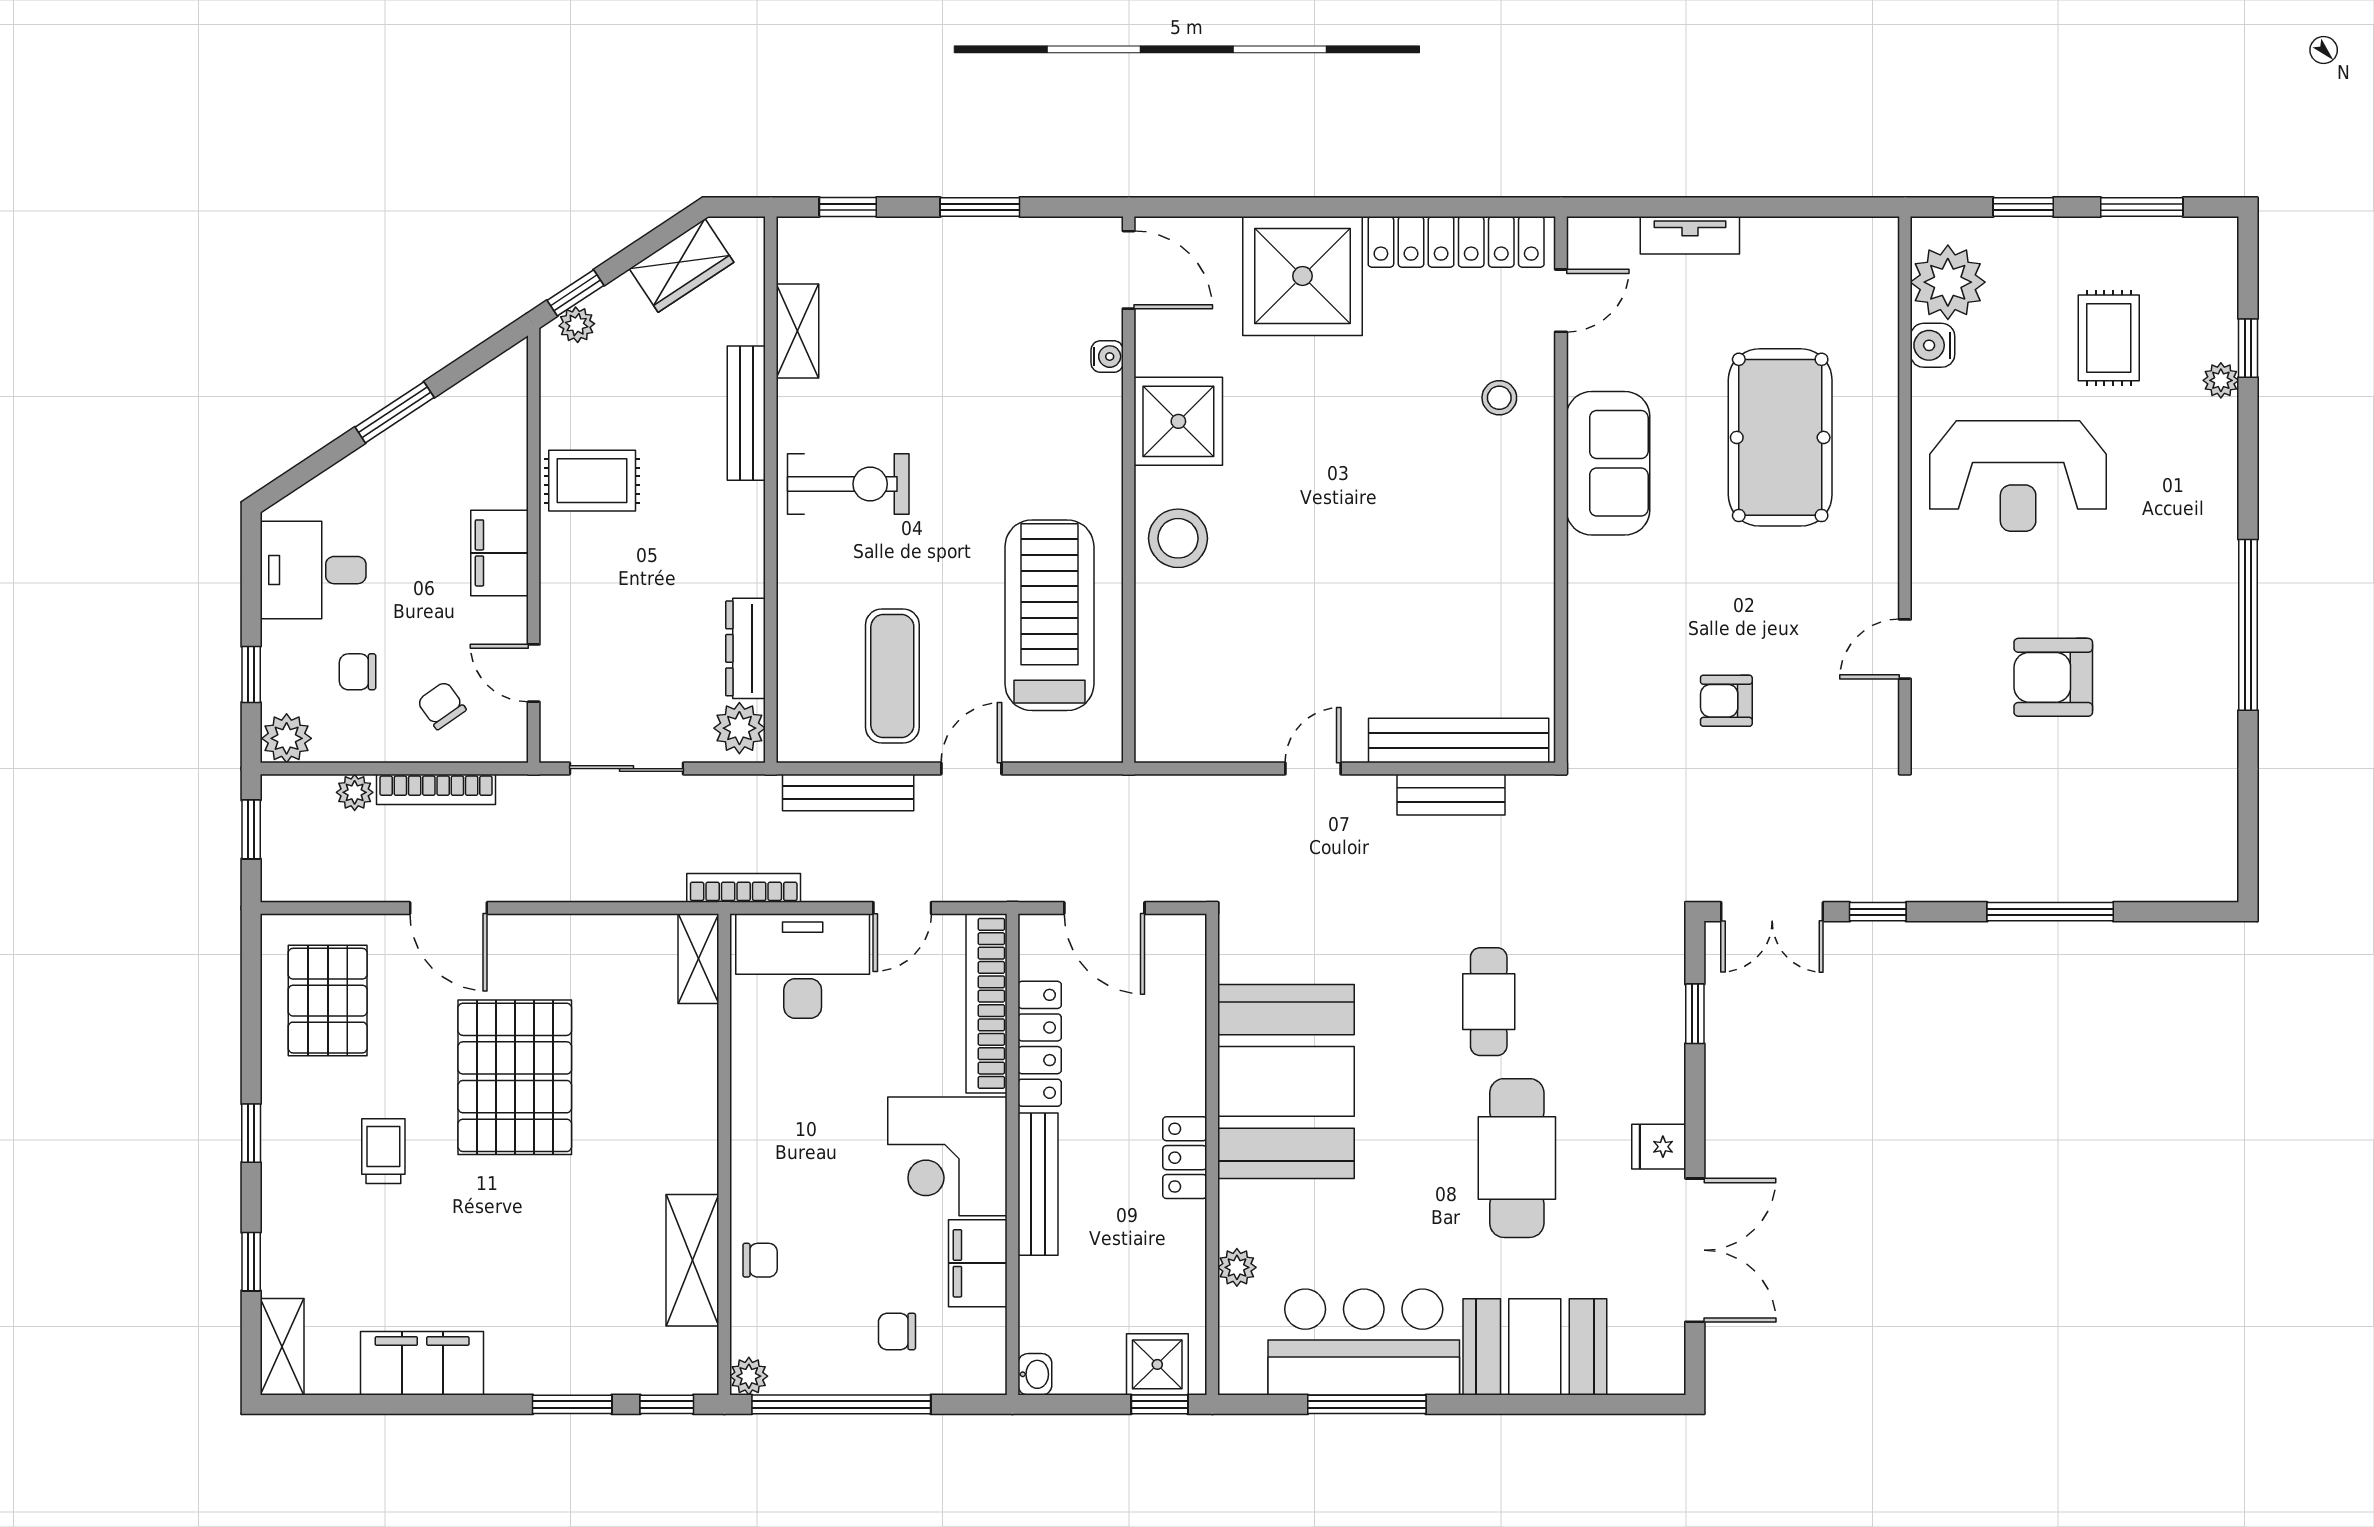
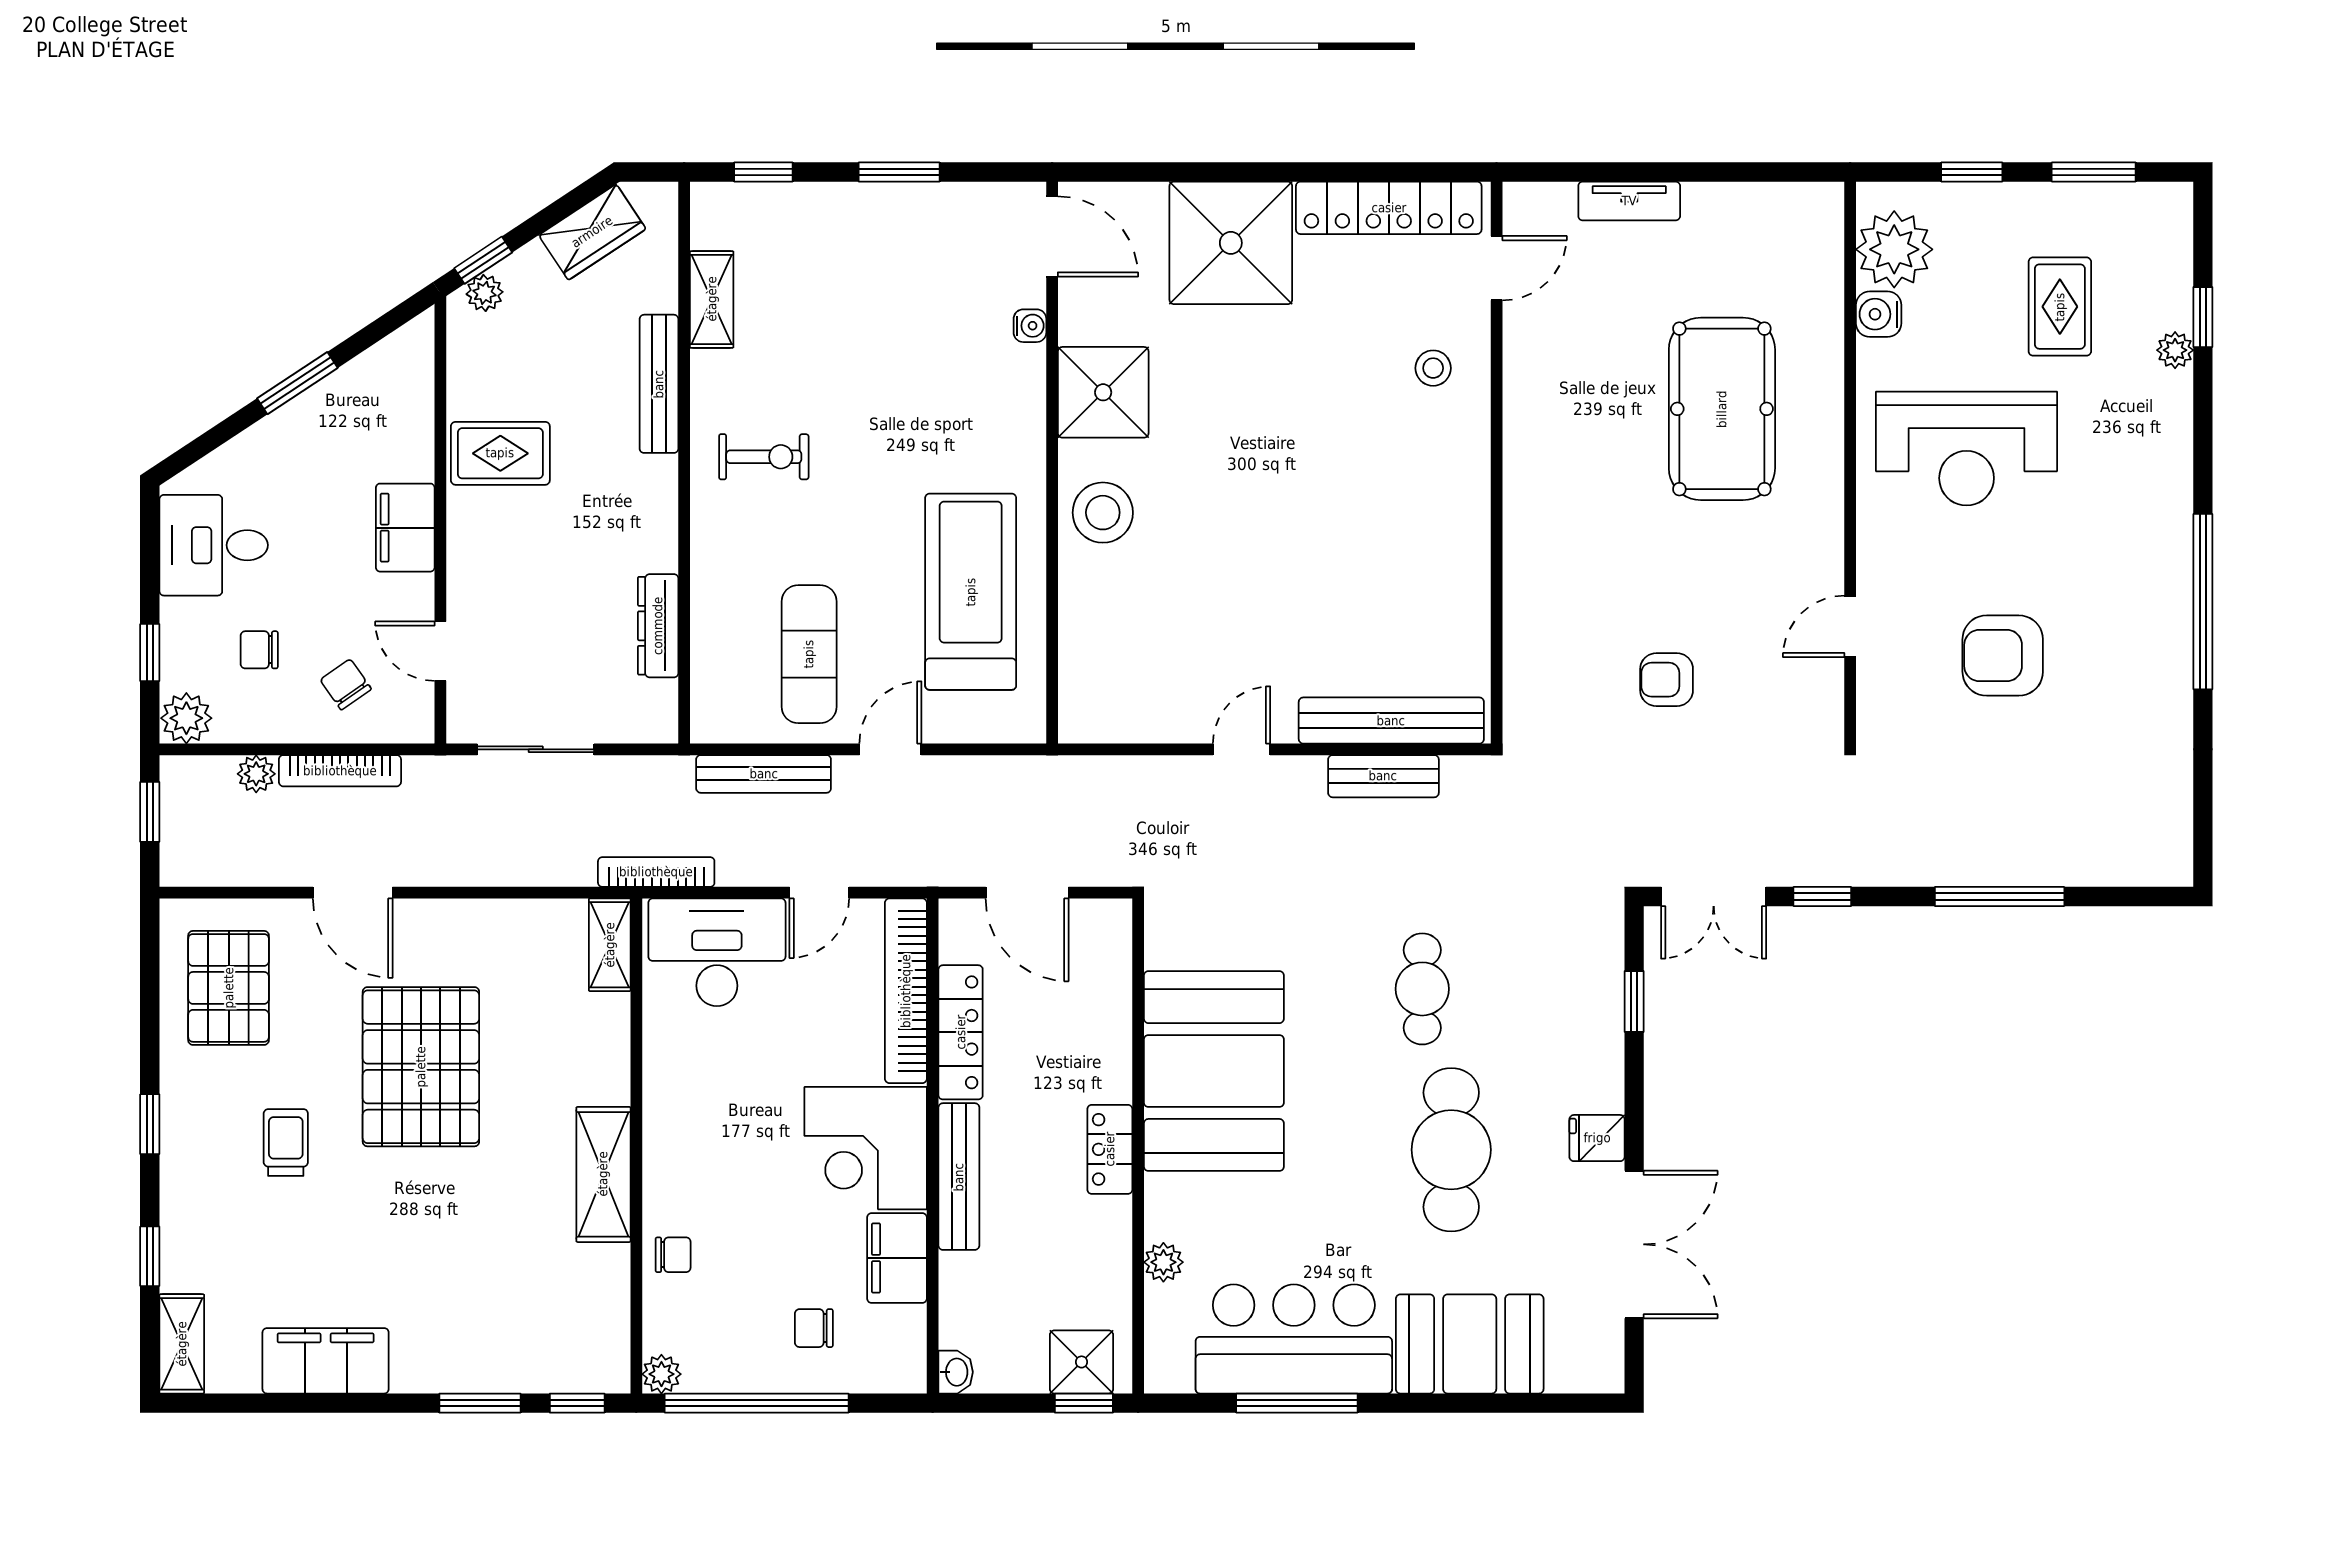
sofa: (1608, 463) -> (1545, 435), removed
exercise bike: (848, 484) -> (764, 457), width x0.73, depth x0.72
plant: (739, 728) -> (652, 708), removed
shelving: (692, 1260) -> (603, 1174), moved

